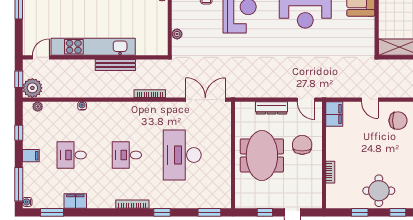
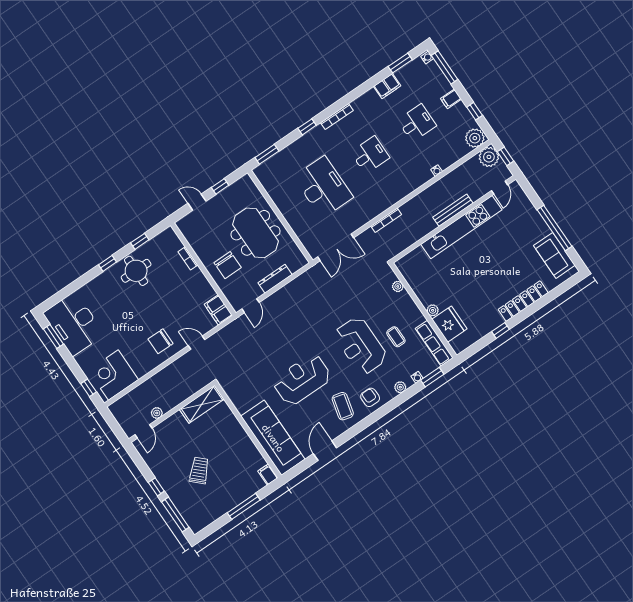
bench: (115, 65) -> (453, 210), moved
door: (306, 100) -> (251, 306), swing flipped
plant: (38, 107) -> (475, 138), width x1.87, depth x1.87

